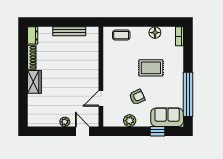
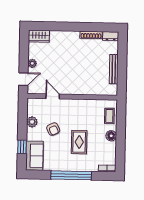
floor lamp: (155, 33) -> (111, 136), moved
wardrobe: (34, 82) -> (39, 36), moved
window: (188, 94) -> (71, 175), moved

